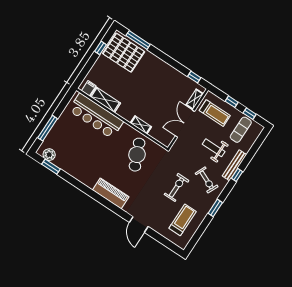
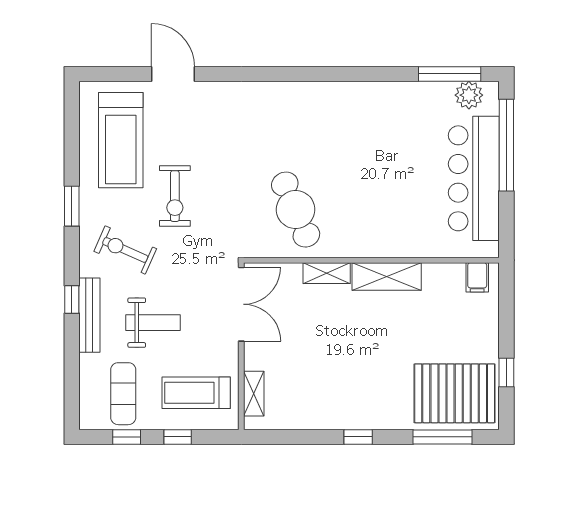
window: (194, 77) -> (358, 437), moved
shelving: (105, 100) -> (387, 276), moved
bar counter: (96, 116) -> (474, 178), moved, turned -90
double door: (185, 124) -> (241, 304), moved
window: (48, 128) -> (506, 145), width x1.46
window: (51, 167) -> (450, 74), width x1.44
piano: (111, 193) -> (297, 99), removed
treadmill: (183, 220) -> (121, 140), width x1.37, depth x1.38
door: (139, 224) -> (173, 74), moved

